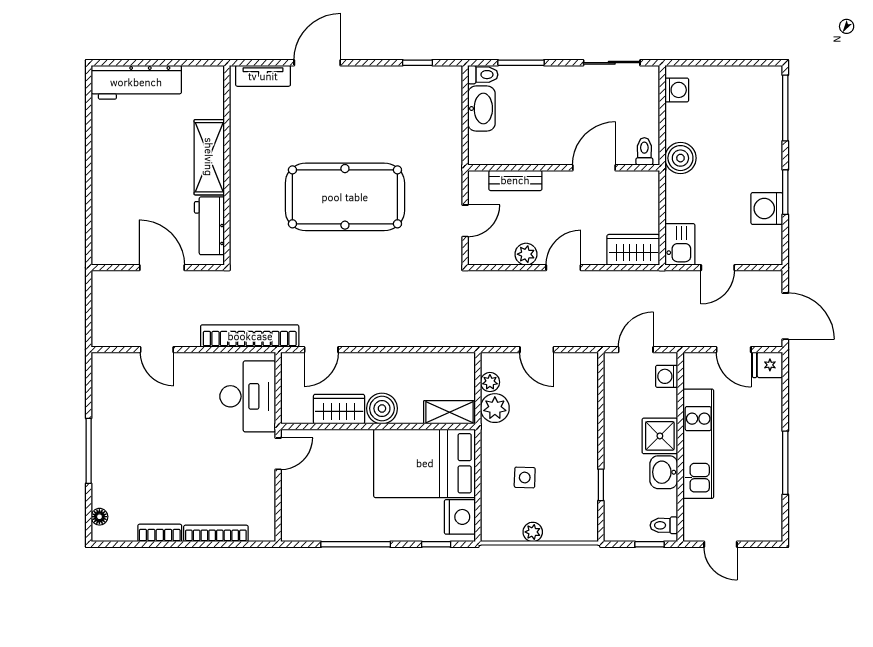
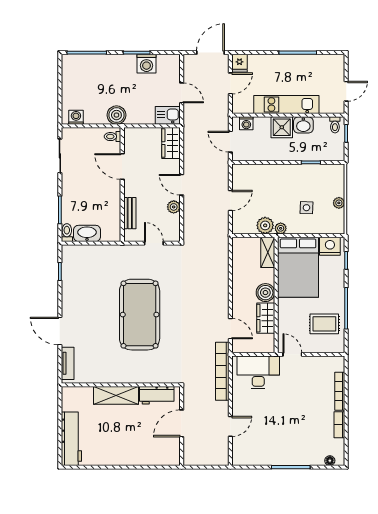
plant: (490, 382) -> (281, 228), moved
rug: (329, 507) -> (324, 324), added

